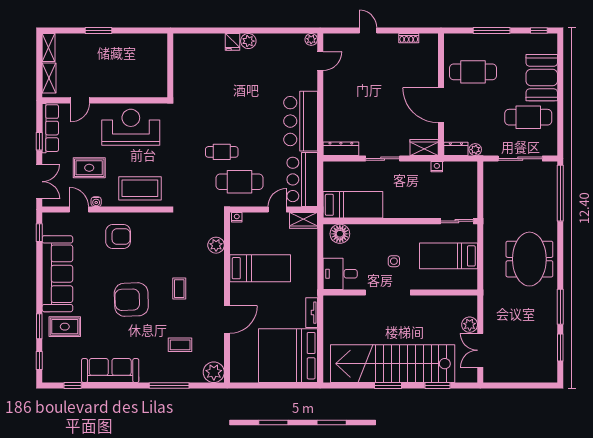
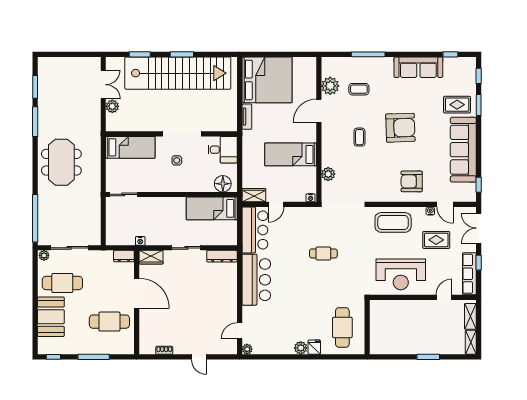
plant: (475, 150) -> (44, 255), moved
cafe table: (239, 182) -> (342, 327), moved, turned 90
bed: (449, 256) -> (130, 147), moved
plant: (214, 372) -> (330, 86), moved

